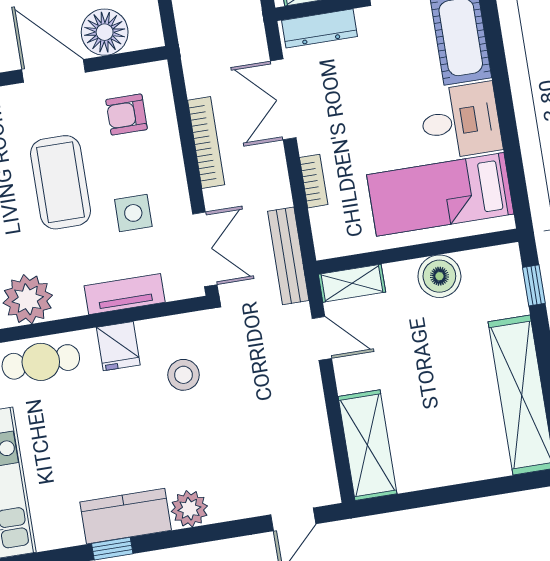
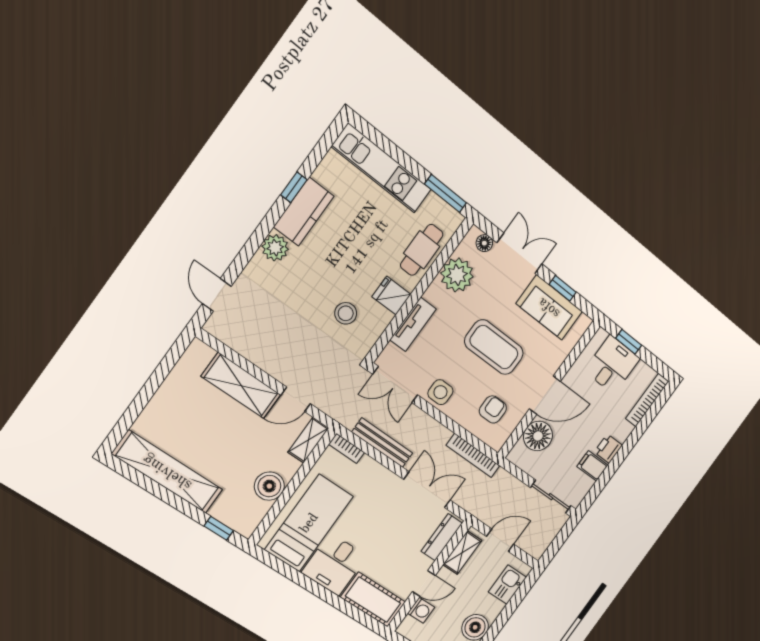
bookcase: (206, 143) -> (473, 455), moved
bookcase: (314, 181) -> (346, 448), moved
side table: (133, 213) -> (440, 392), moved
bench: (288, 256) -> (382, 443), moved
shelving: (367, 445) -> (241, 386), moved

